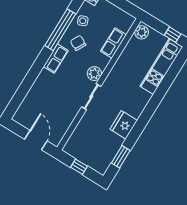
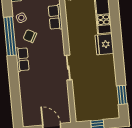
plant: (94, 74) -> (58, 49), removed
fridge: (124, 125) -> (104, 44), moved

